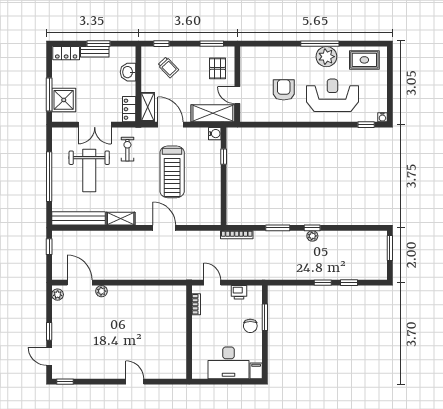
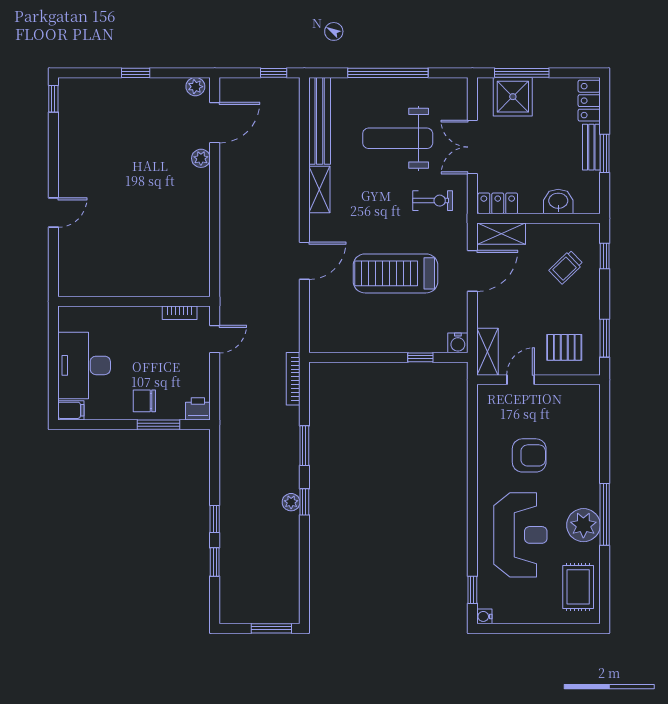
shelving: (213, 113) -> (487, 352), width x0.67, depth x0.75
printer: (239, 292) -> (198, 409), moved, turned 90
door: (49, 356) -> (95, 73), removed

